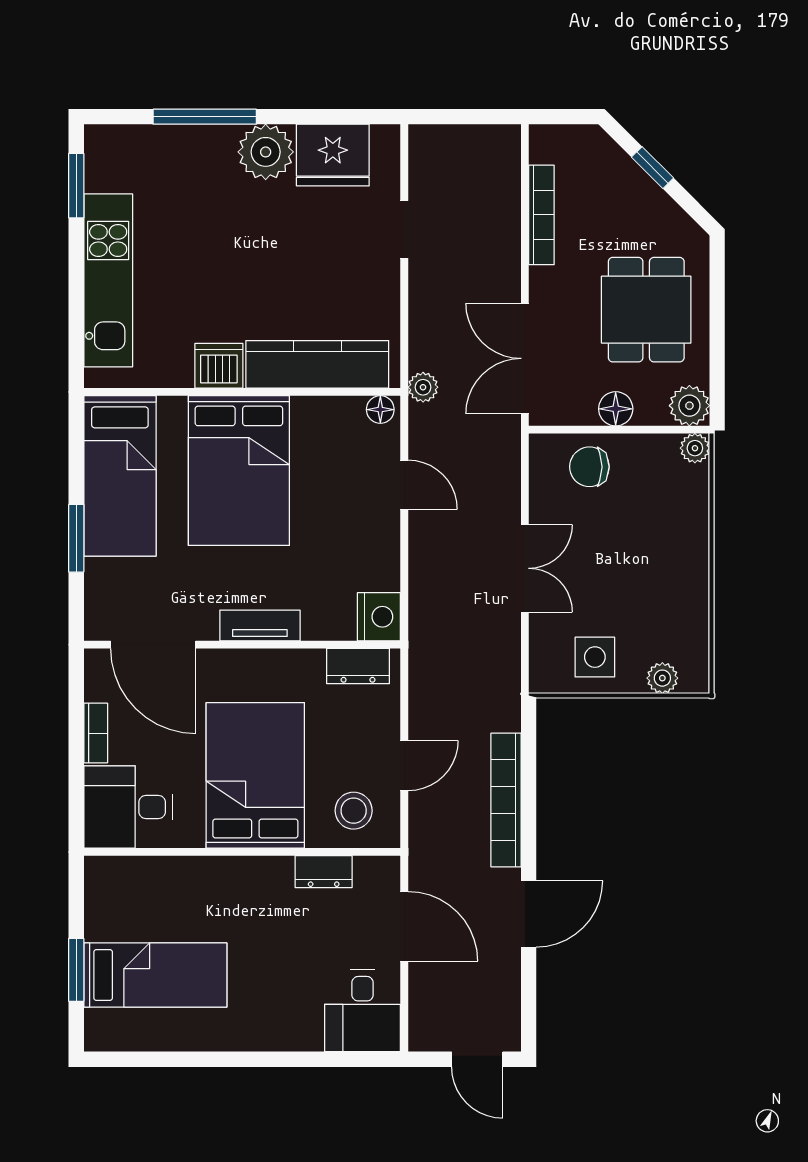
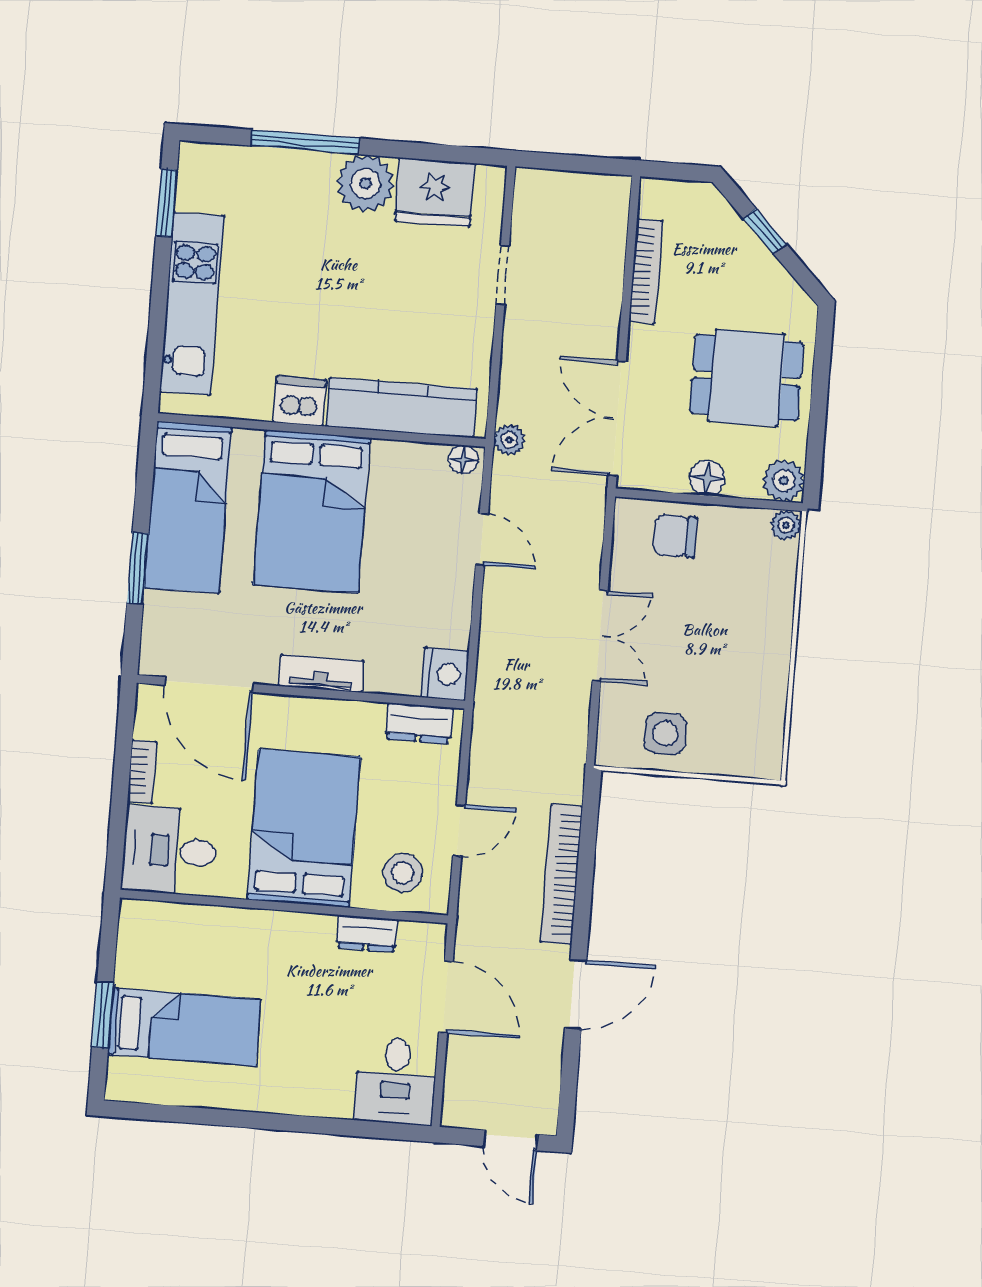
dining table: (646, 310) -> (747, 378), turned 90
plant: (662, 678) -> (733, 761), removed

